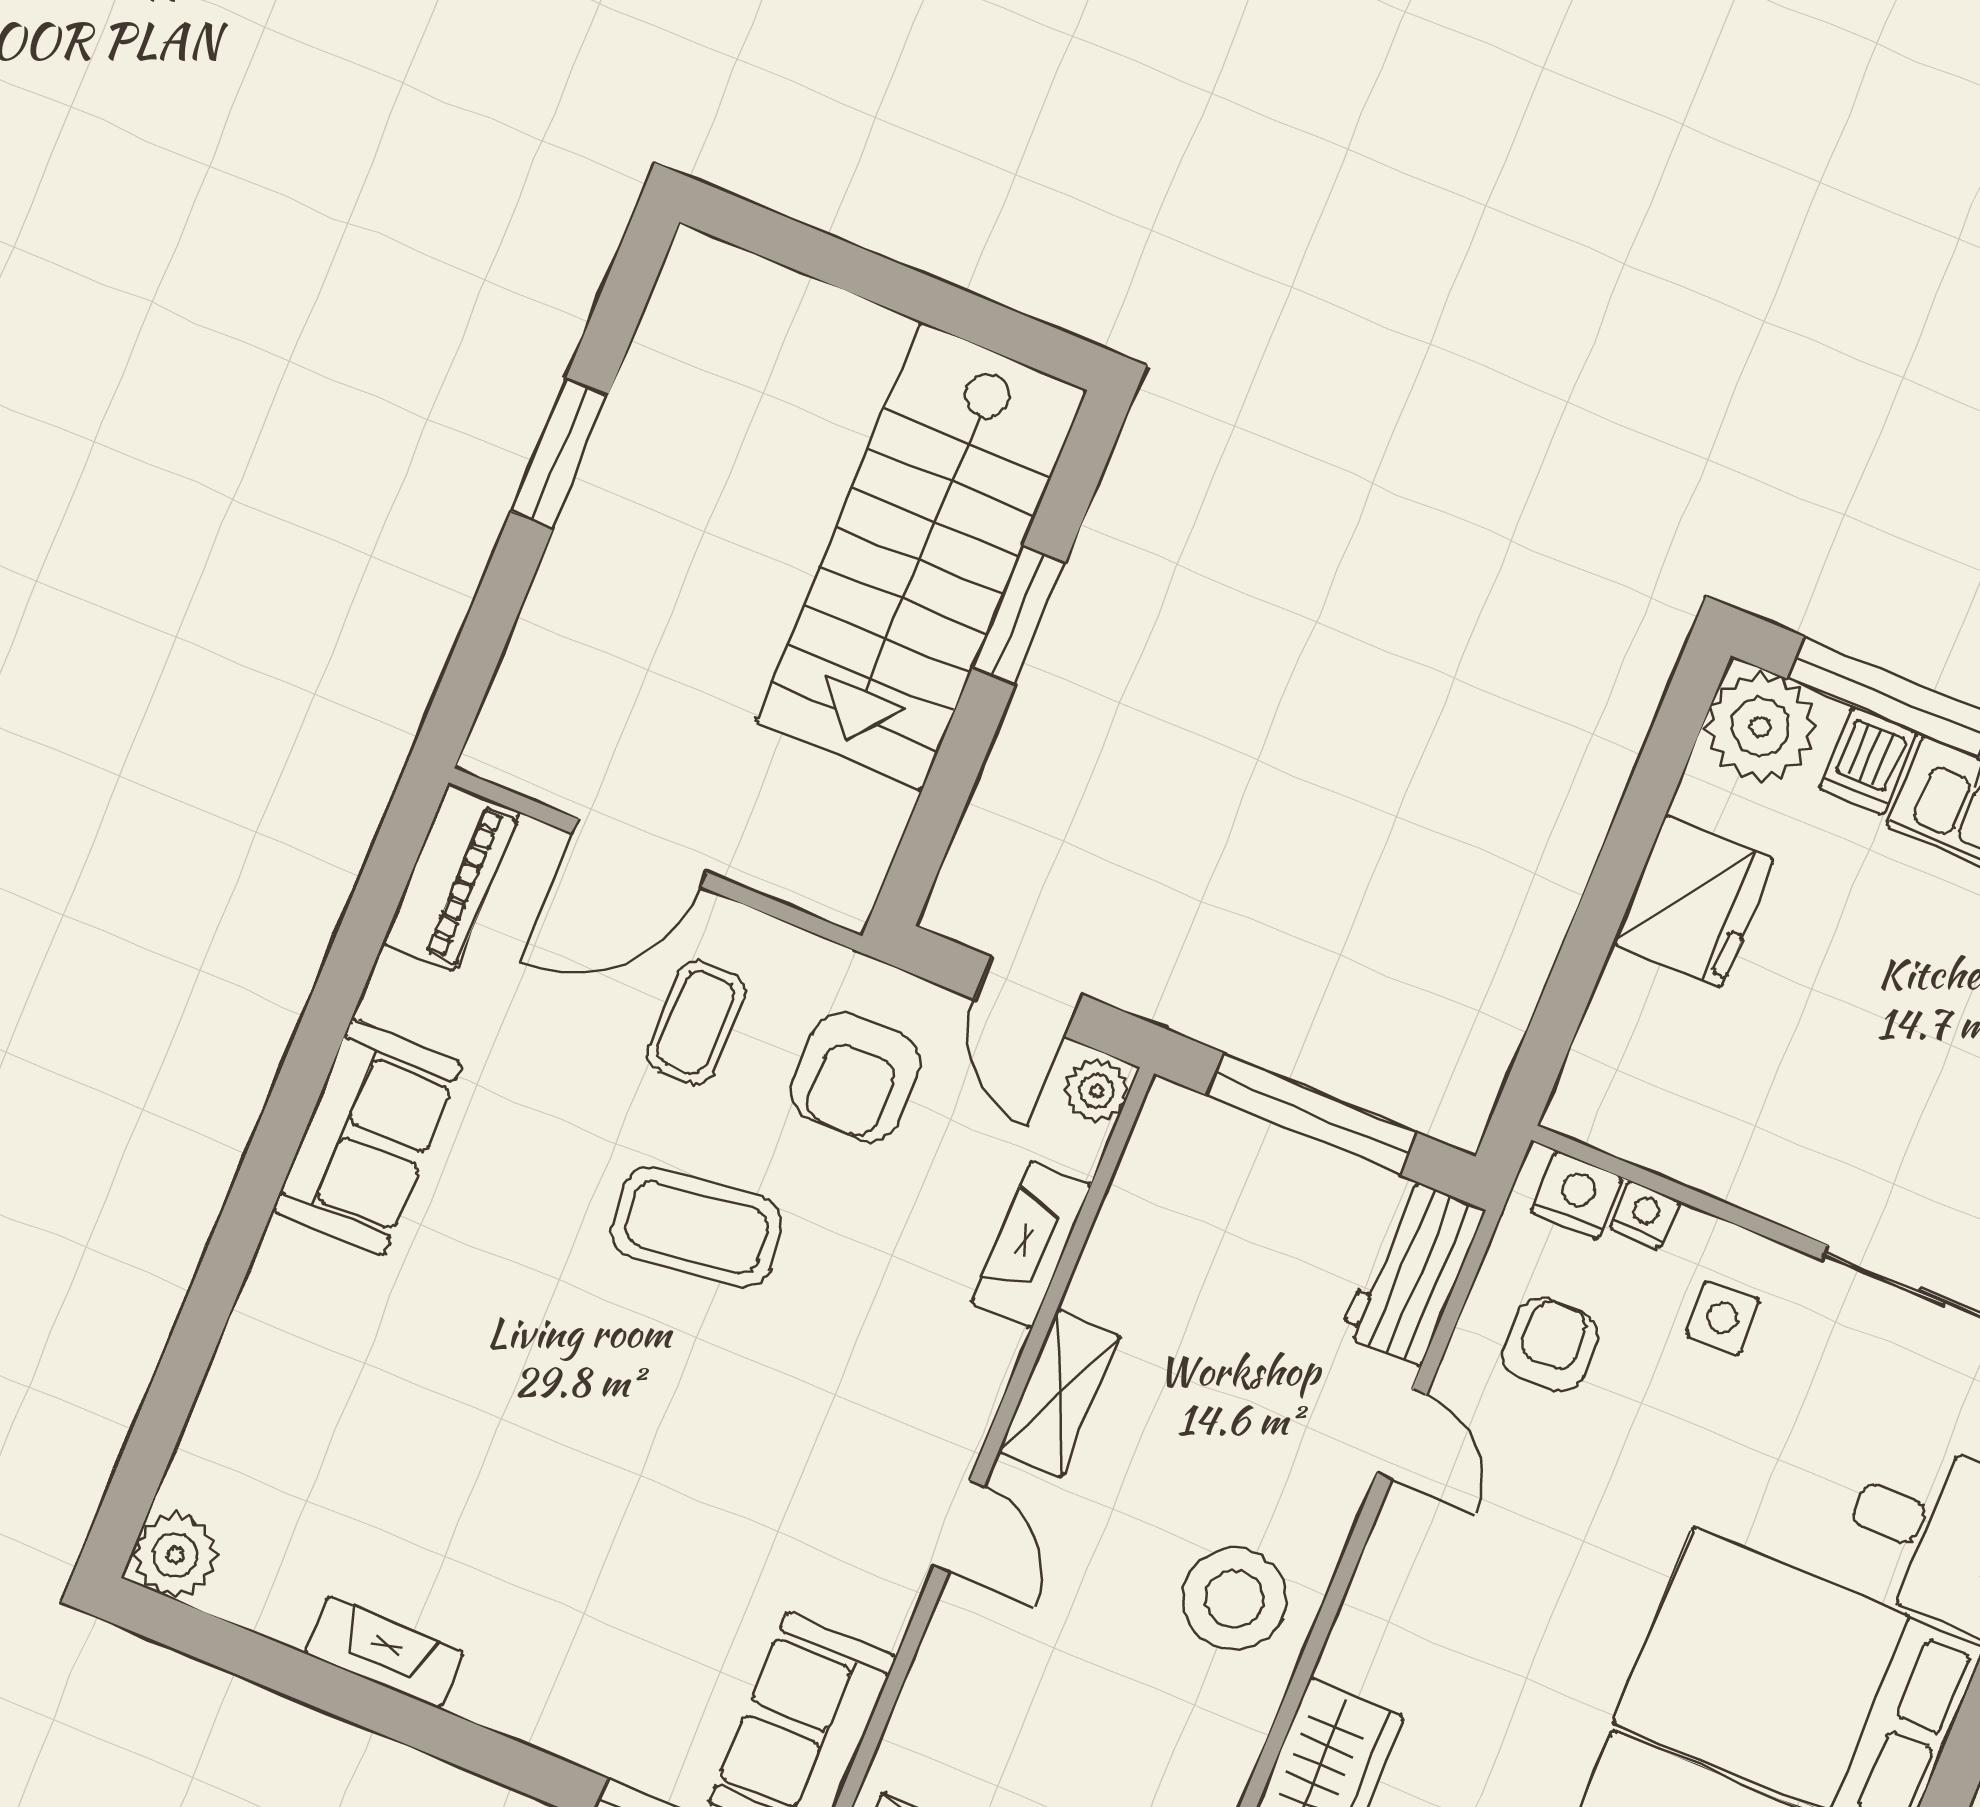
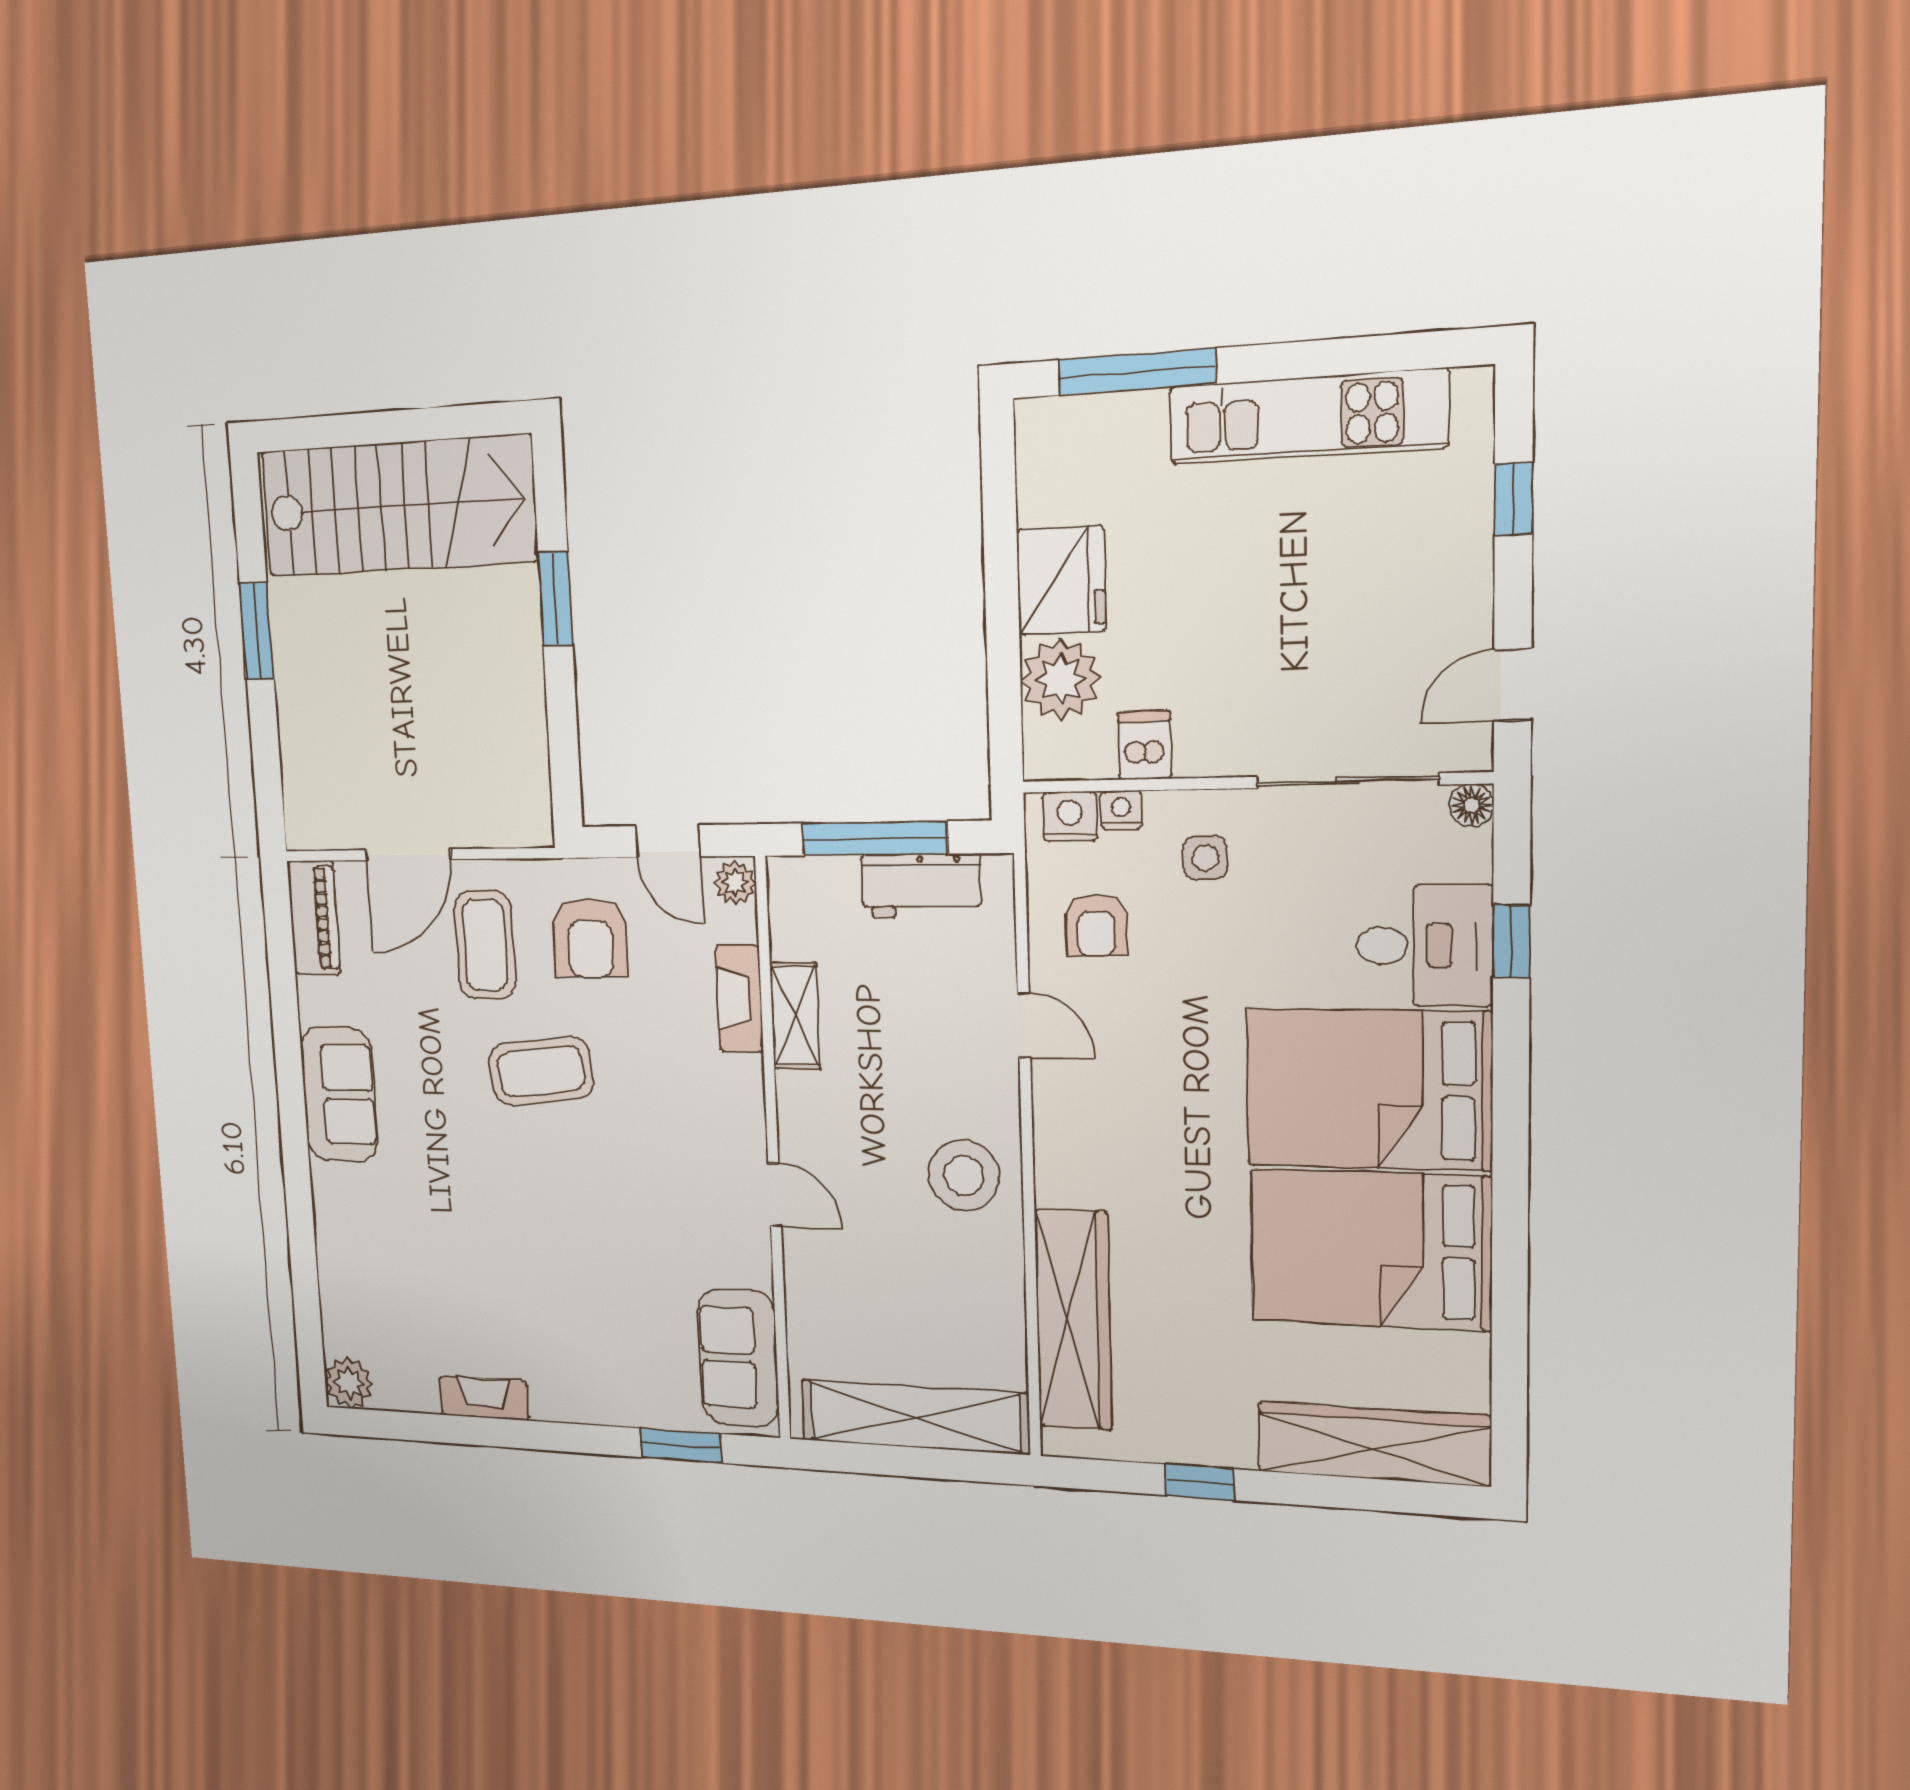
stairs: (922, 556) -> (398, 506), moved, turned -90
plant: (1761, 727) -> (1060, 679), moved
dishwasher: (1868, 761) -> (1145, 745), moved, turned 180
coffee table: (696, 1022) -> (485, 945), width x1.36, depth x1.30
workbench: (1413, 1272) -> (921, 886), moved, turned -90
armchair: (1550, 1345) -> (1096, 925), turned 180
shelving: (1059, 1394) -> (795, 1016), moved

